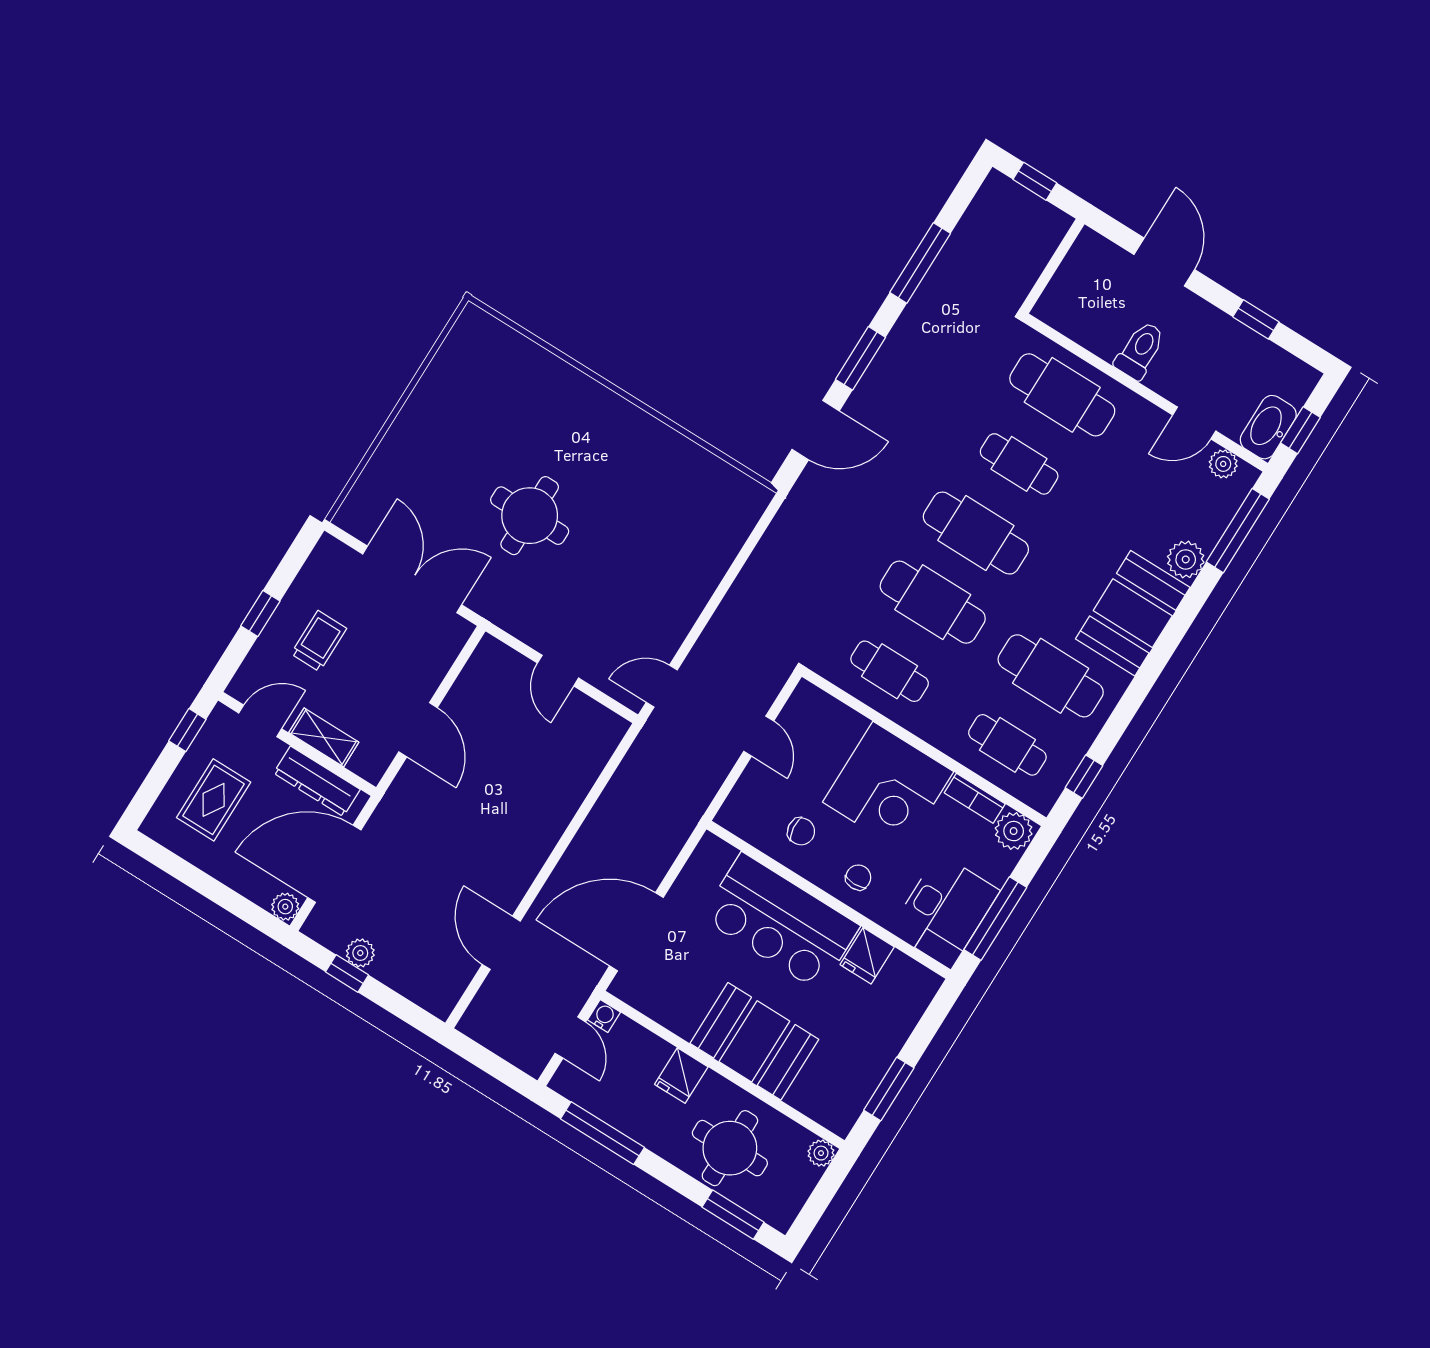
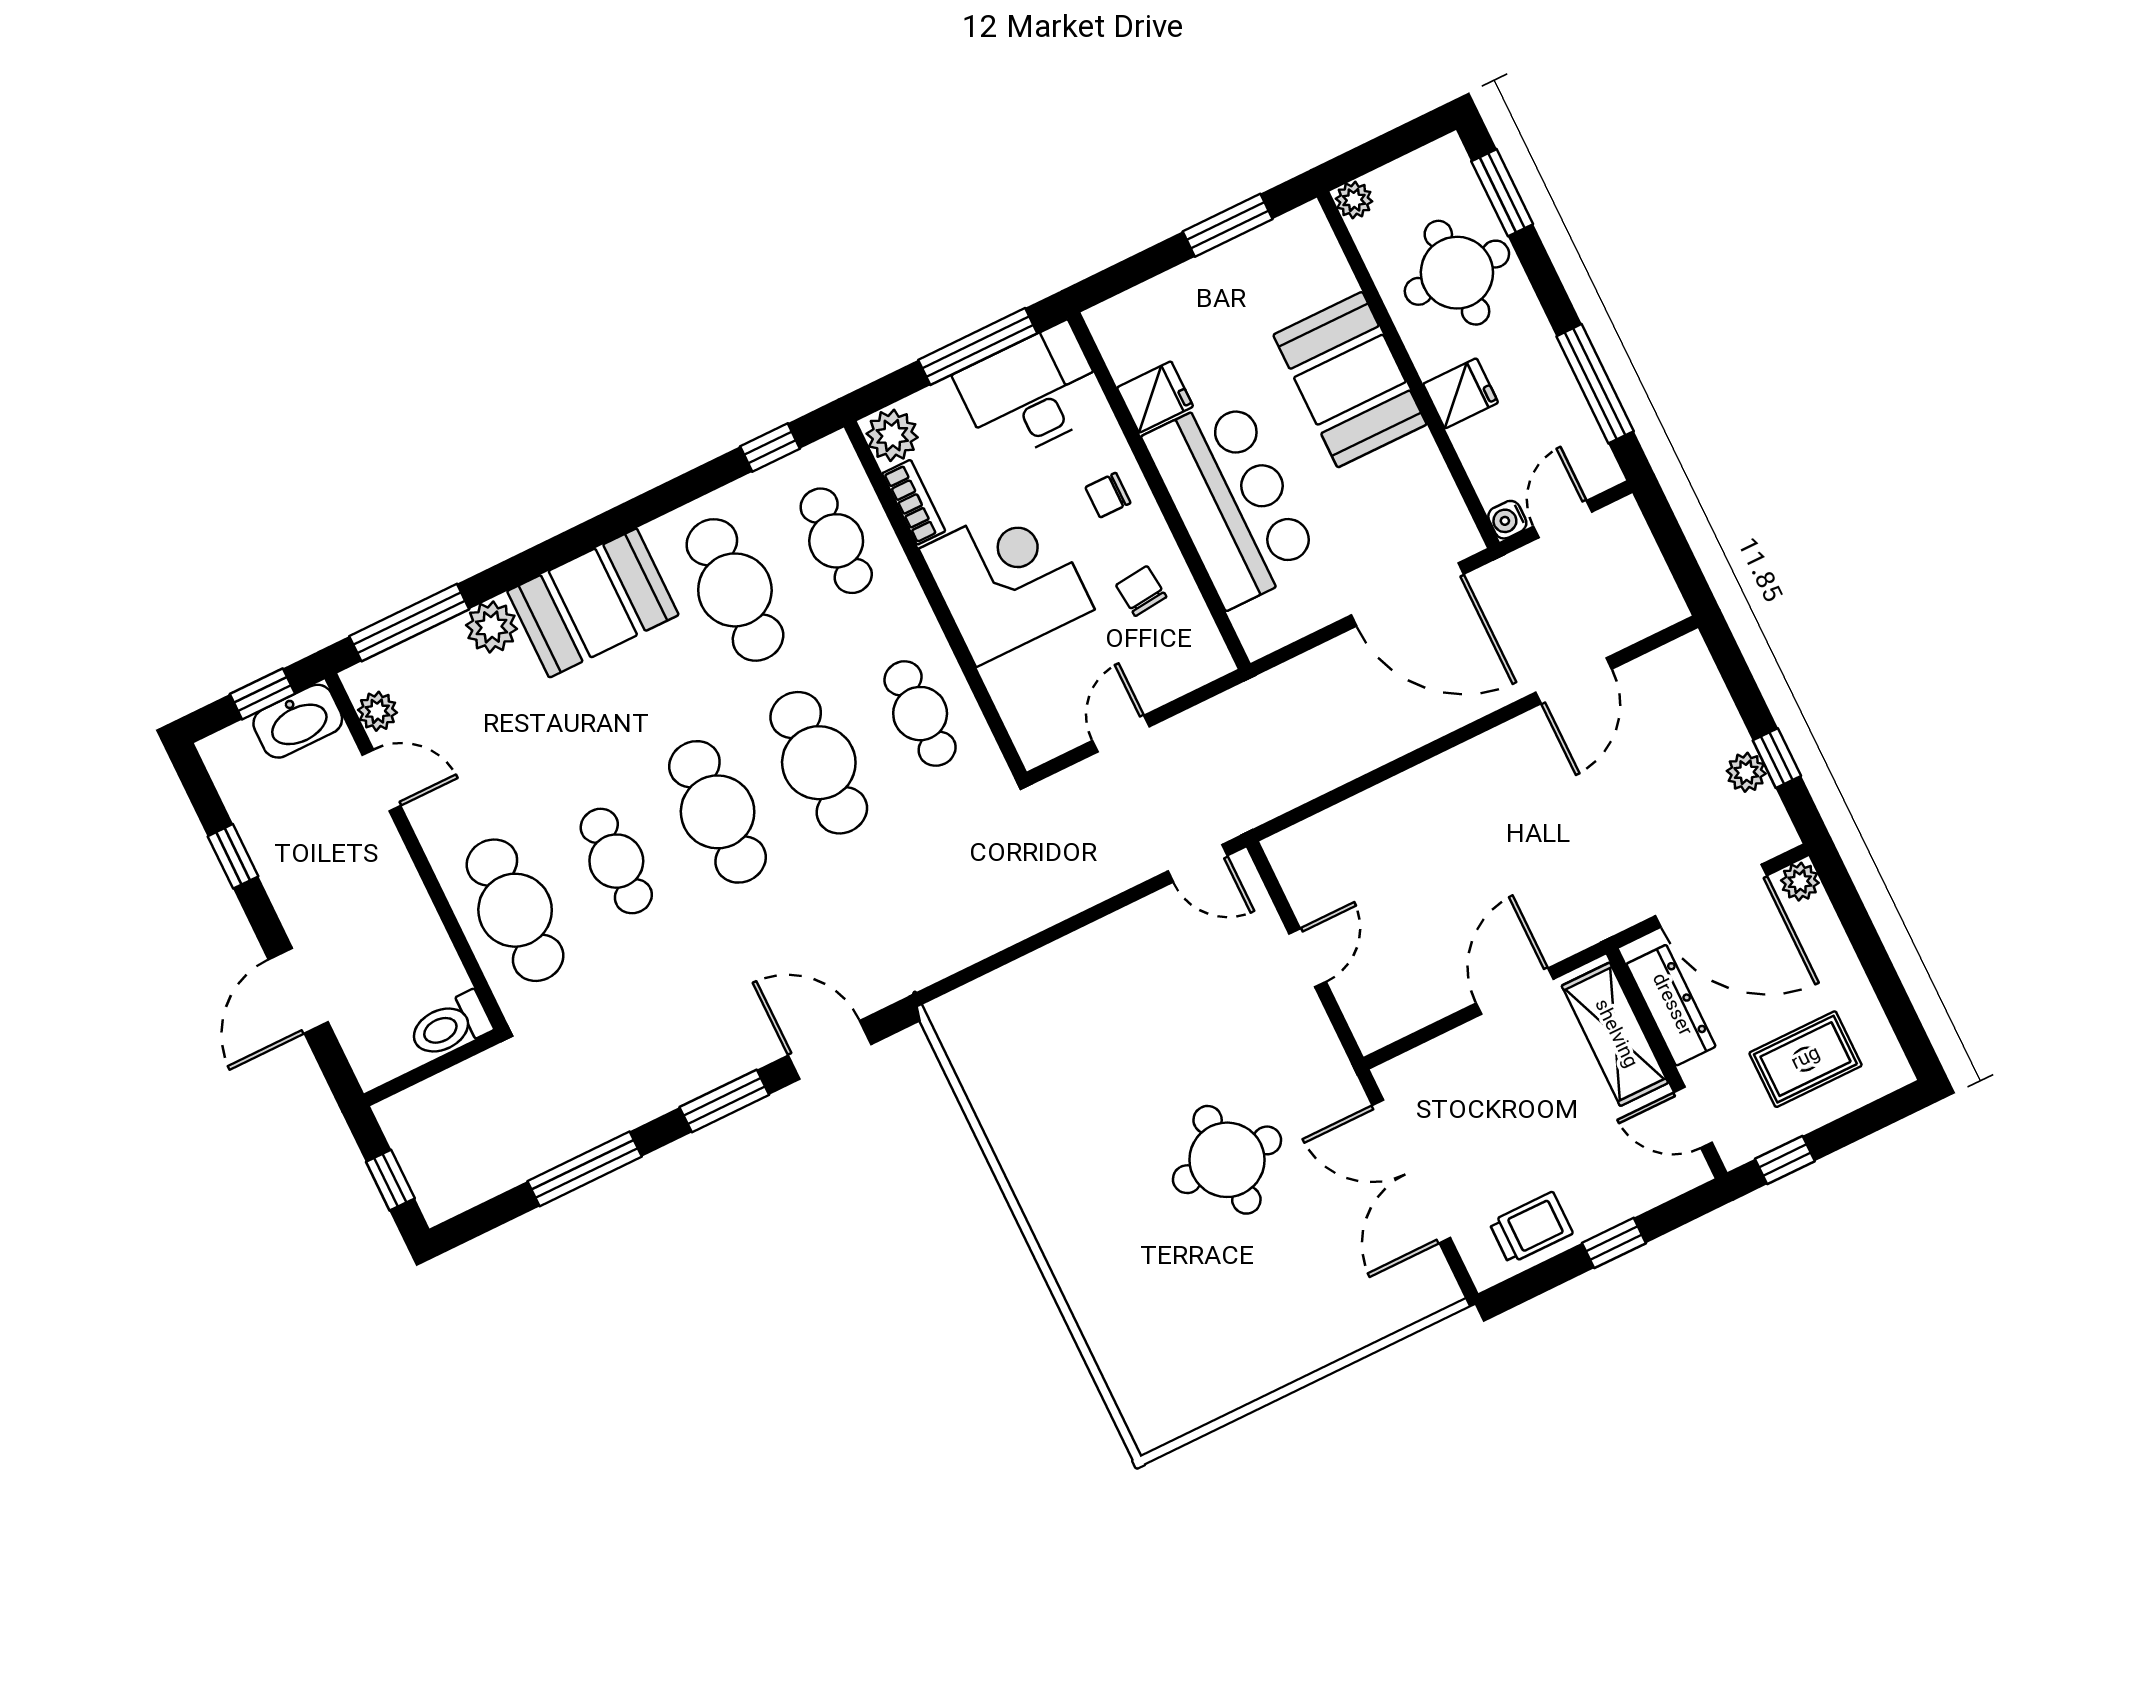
toilet: (1140, 350) -> (450, 1026), moved
trolley: (319, 641) -> (1531, 1228), moved, turned 180
shelving: (324, 737) -> (1615, 1034), width x1.50, depth x1.33

